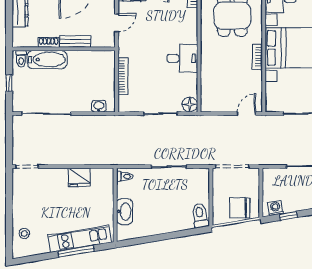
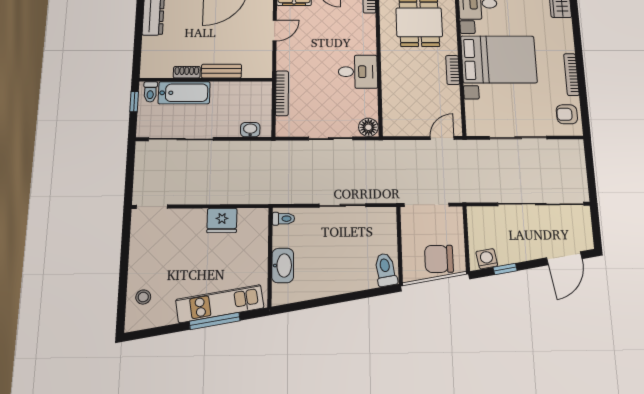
bench: (75, 41) -> (221, 71), moved
shoe rack: (48, 42) -> (187, 72), moved
wall: (64, 49) -> (206, 80), moved
toilet: (21, 59) -> (150, 92), moved
bathtub: (47, 60) -> (184, 93), moved

